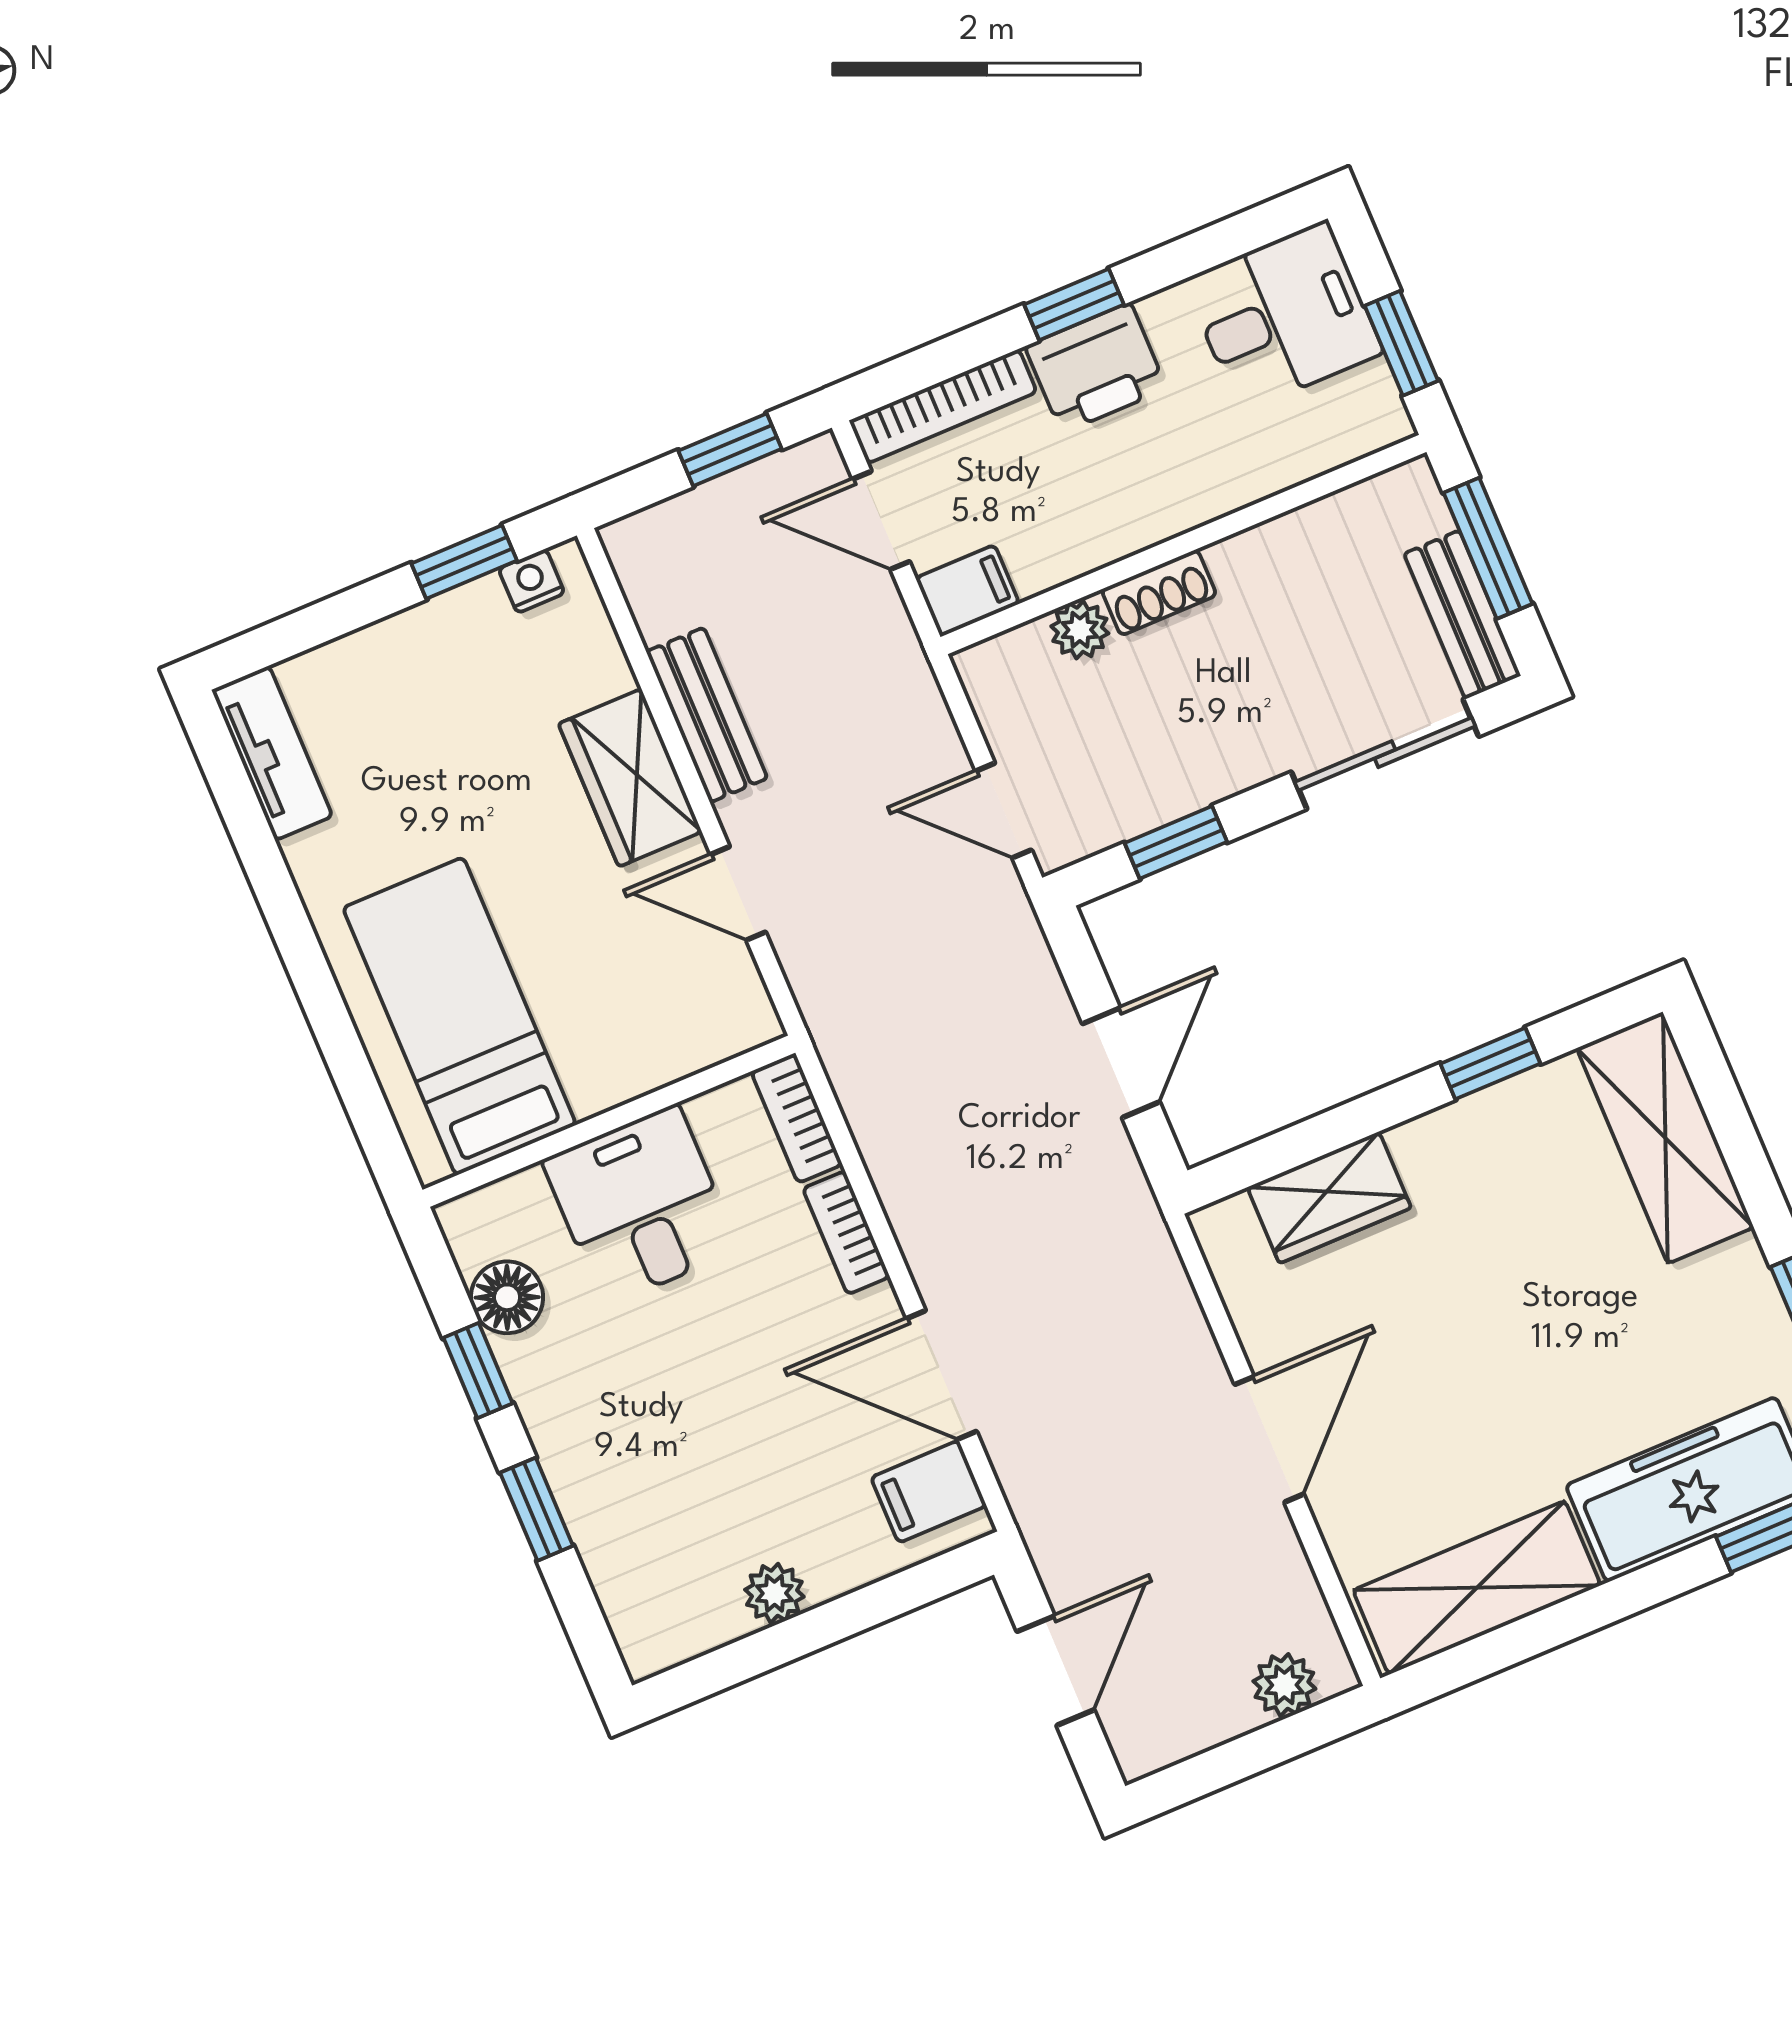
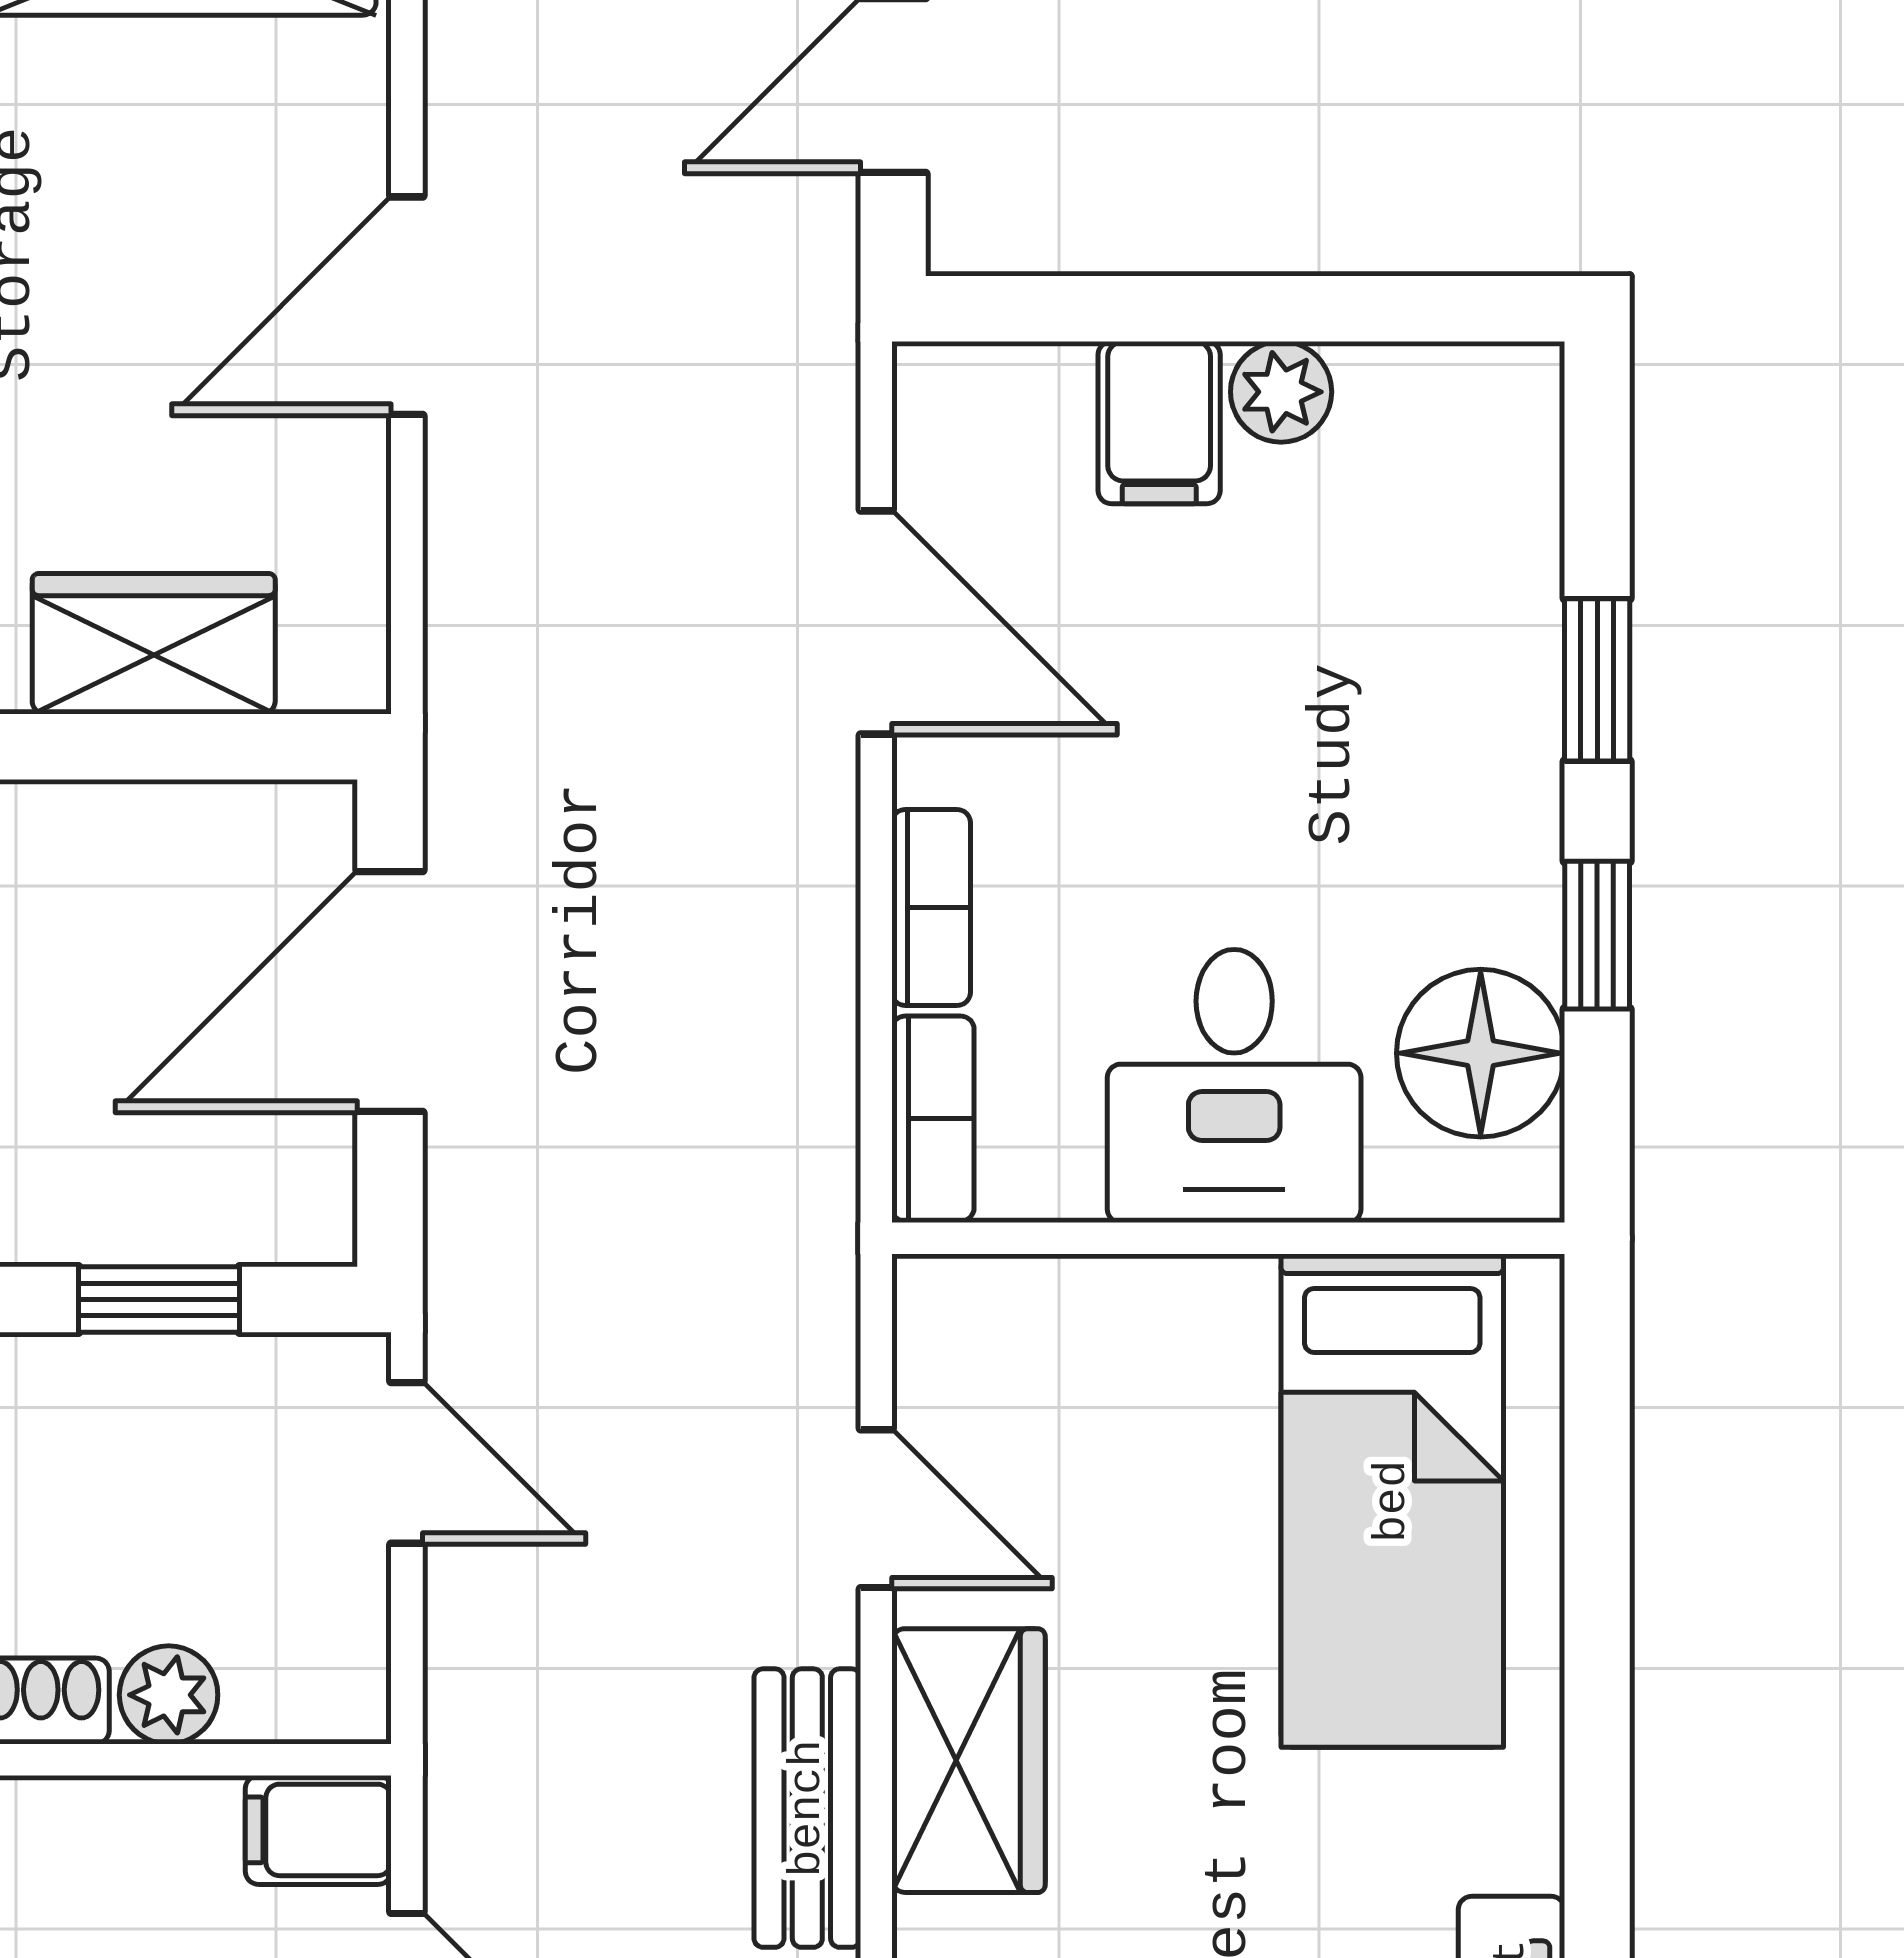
door: (1121, 1063) -> (390, 991), width x1.38
floor lamp: (507, 1297) -> (1481, 1053), width x1.38, depth x1.38
filing cabinet: (929, 1492) -> (1159, 423), moved, turned 90

